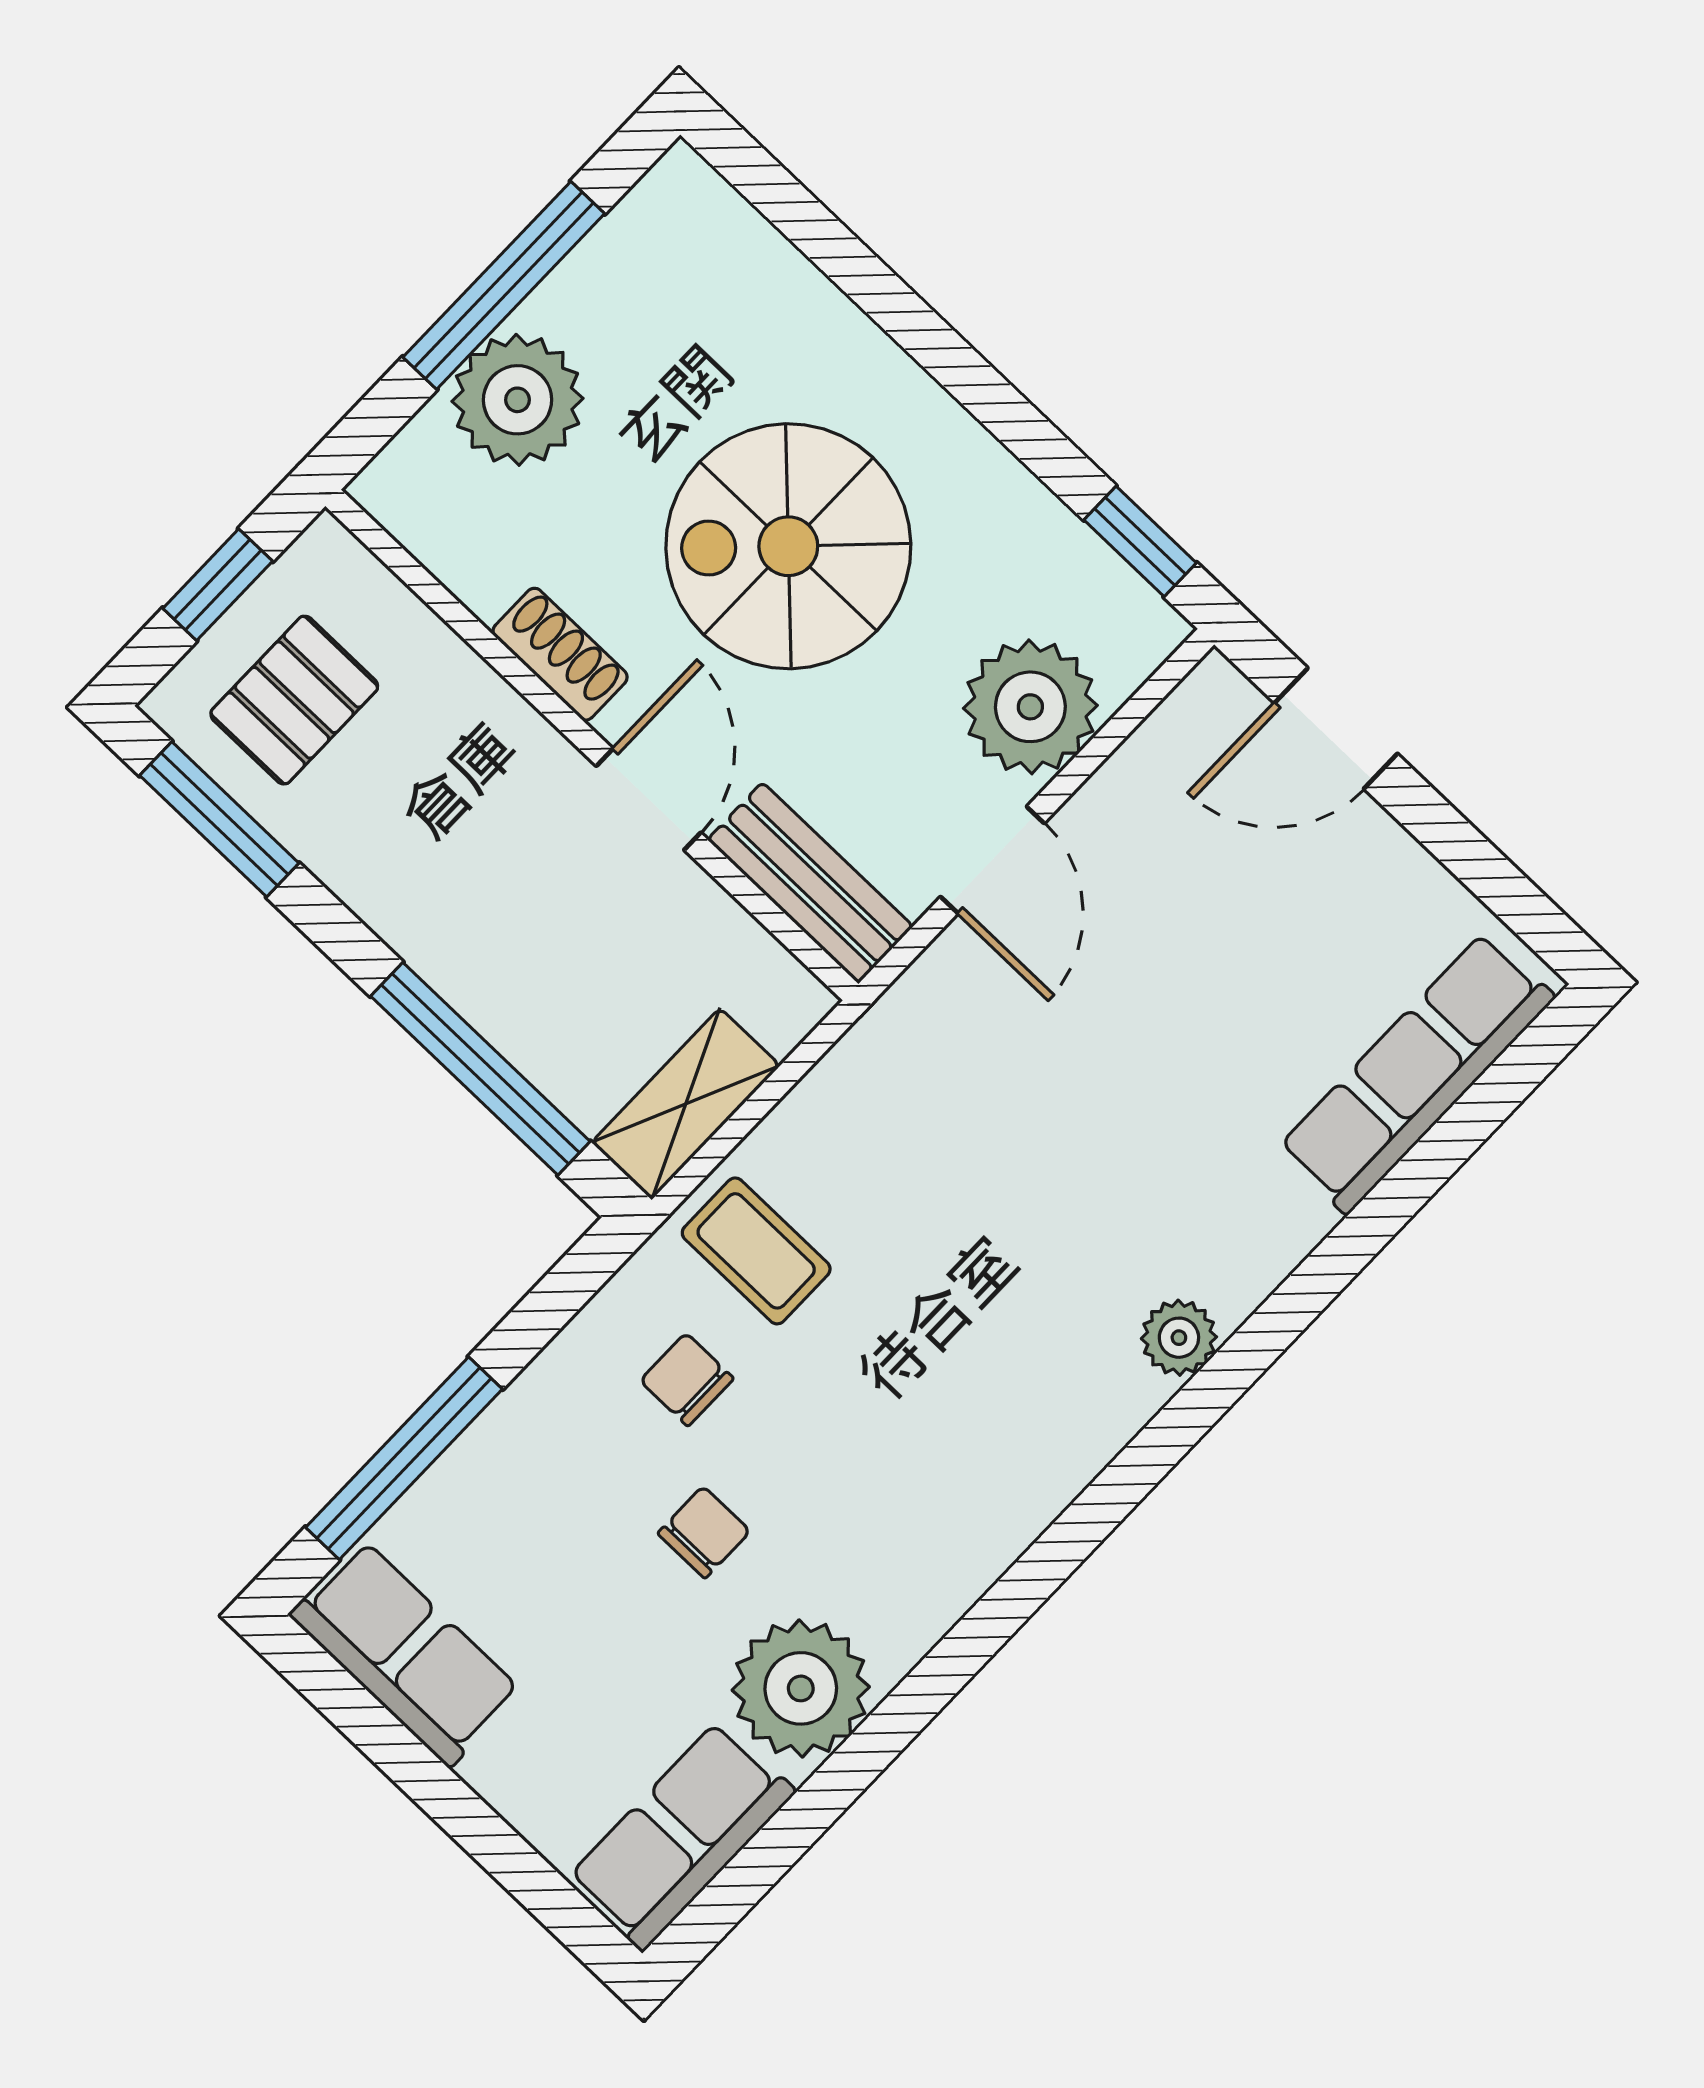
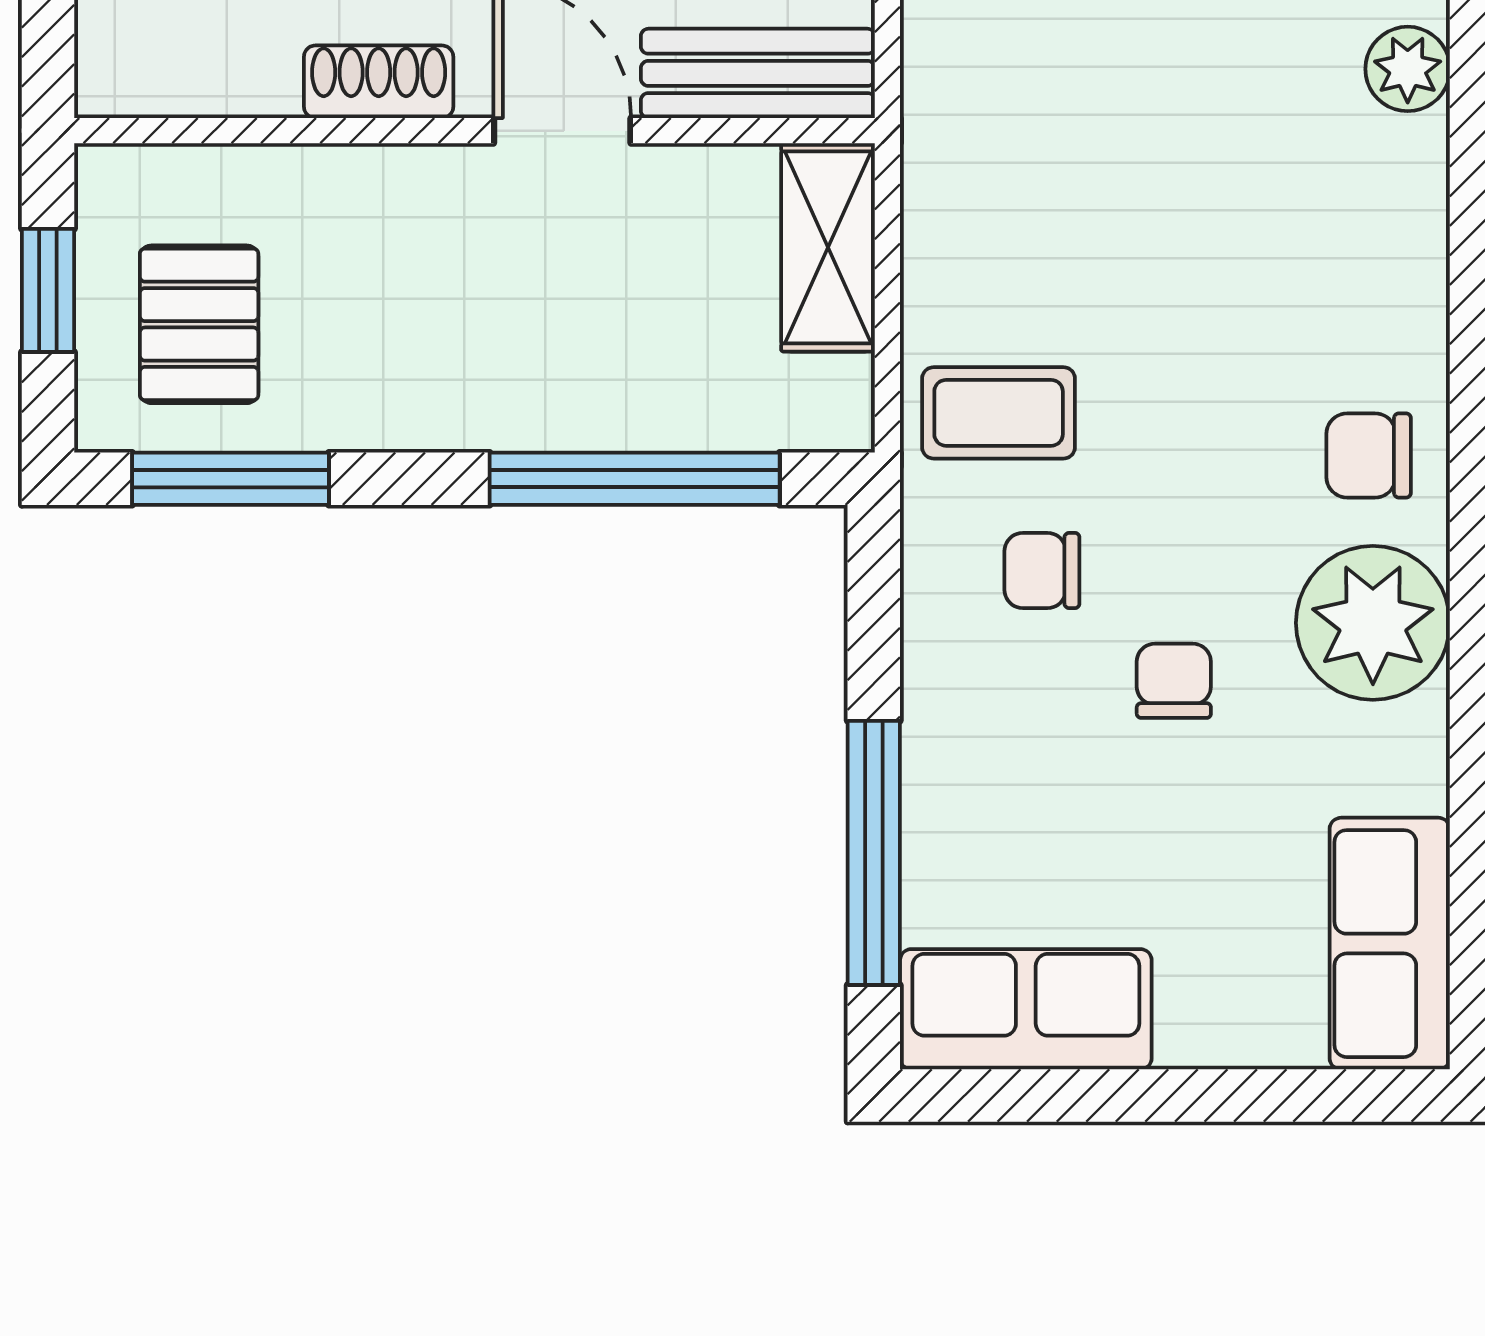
shelving: (686, 1104) -> (828, 247), moved
plant: (1179, 1338) -> (1408, 69), moved
chair: (969, 1507) -> (1369, 455), added
plant: (801, 1688) -> (1373, 623), moved

